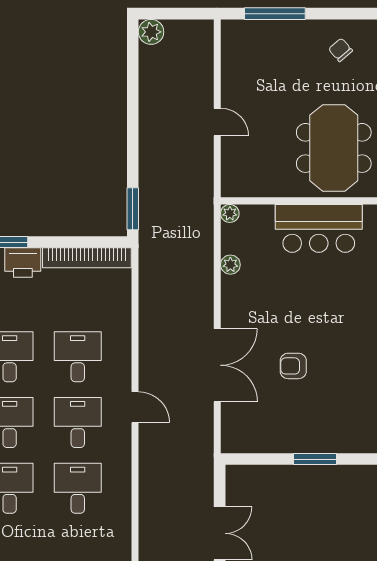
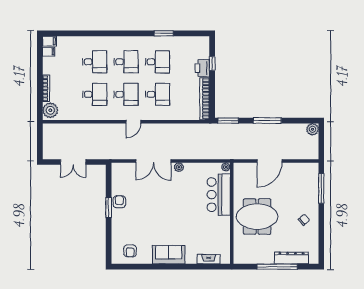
door: (217, 122) -> (269, 161), width x1.88
window: (133, 127) -> (267, 121), added
bar counter: (319, 228) -> (219, 195), moved
plant: (230, 265) -> (179, 167), moved
armchair: (293, 366) -> (119, 202), moved

